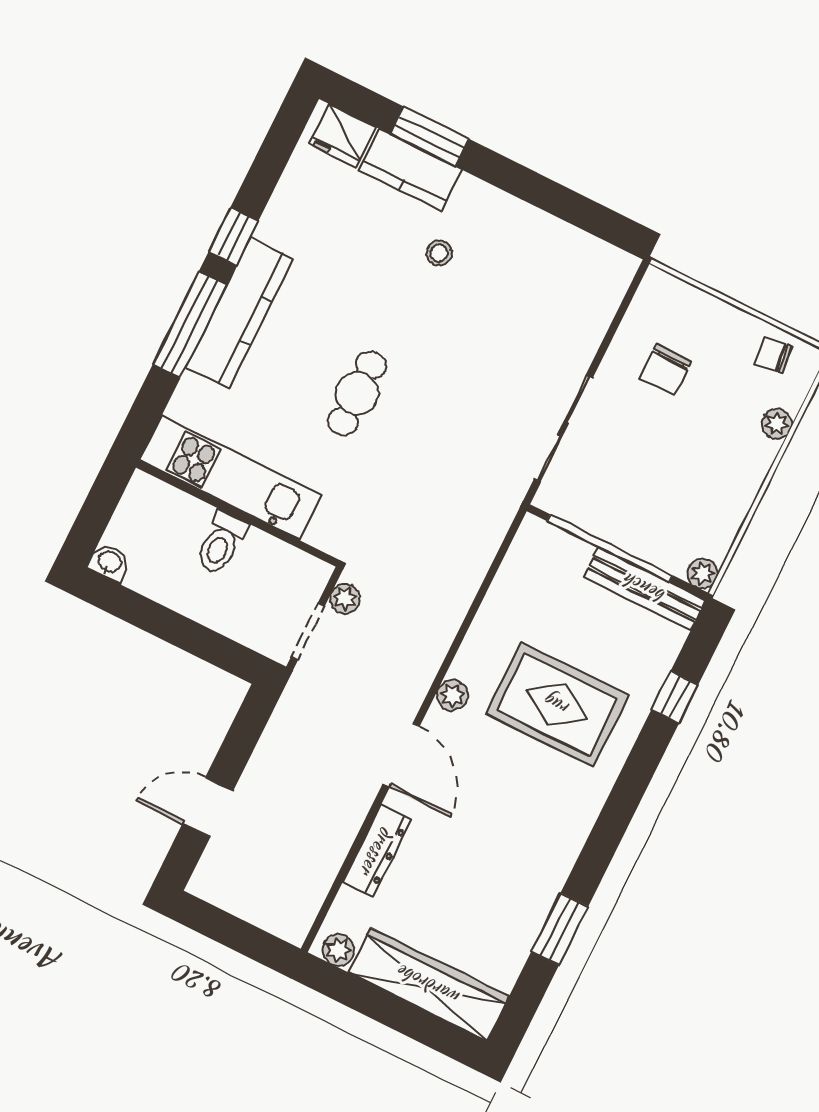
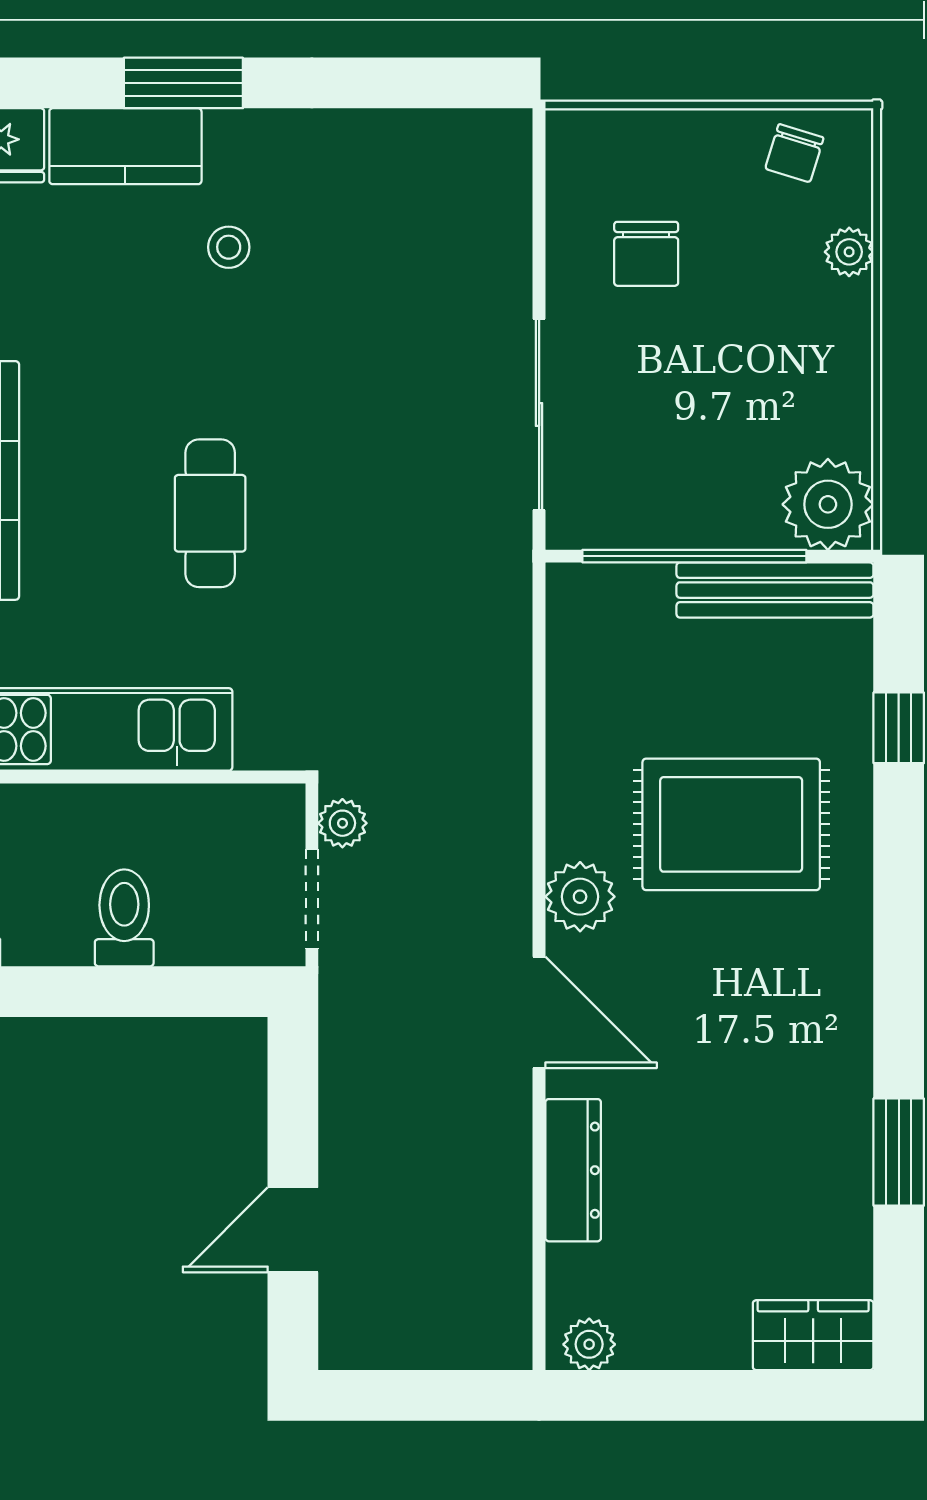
window: (430, 137) -> (183, 83), moved
chair: (774, 355) -> (794, 153), turned -66
toilet: (221, 543) -> (124, 918), moved, turned 180
plant: (703, 573) -> (828, 504), width x1.88, depth x1.88
plant: (452, 695) -> (580, 897), width x1.38, depth x1.38
wardrobe: (429, 985) -> (813, 1335), width x0.48, depth x0.85

